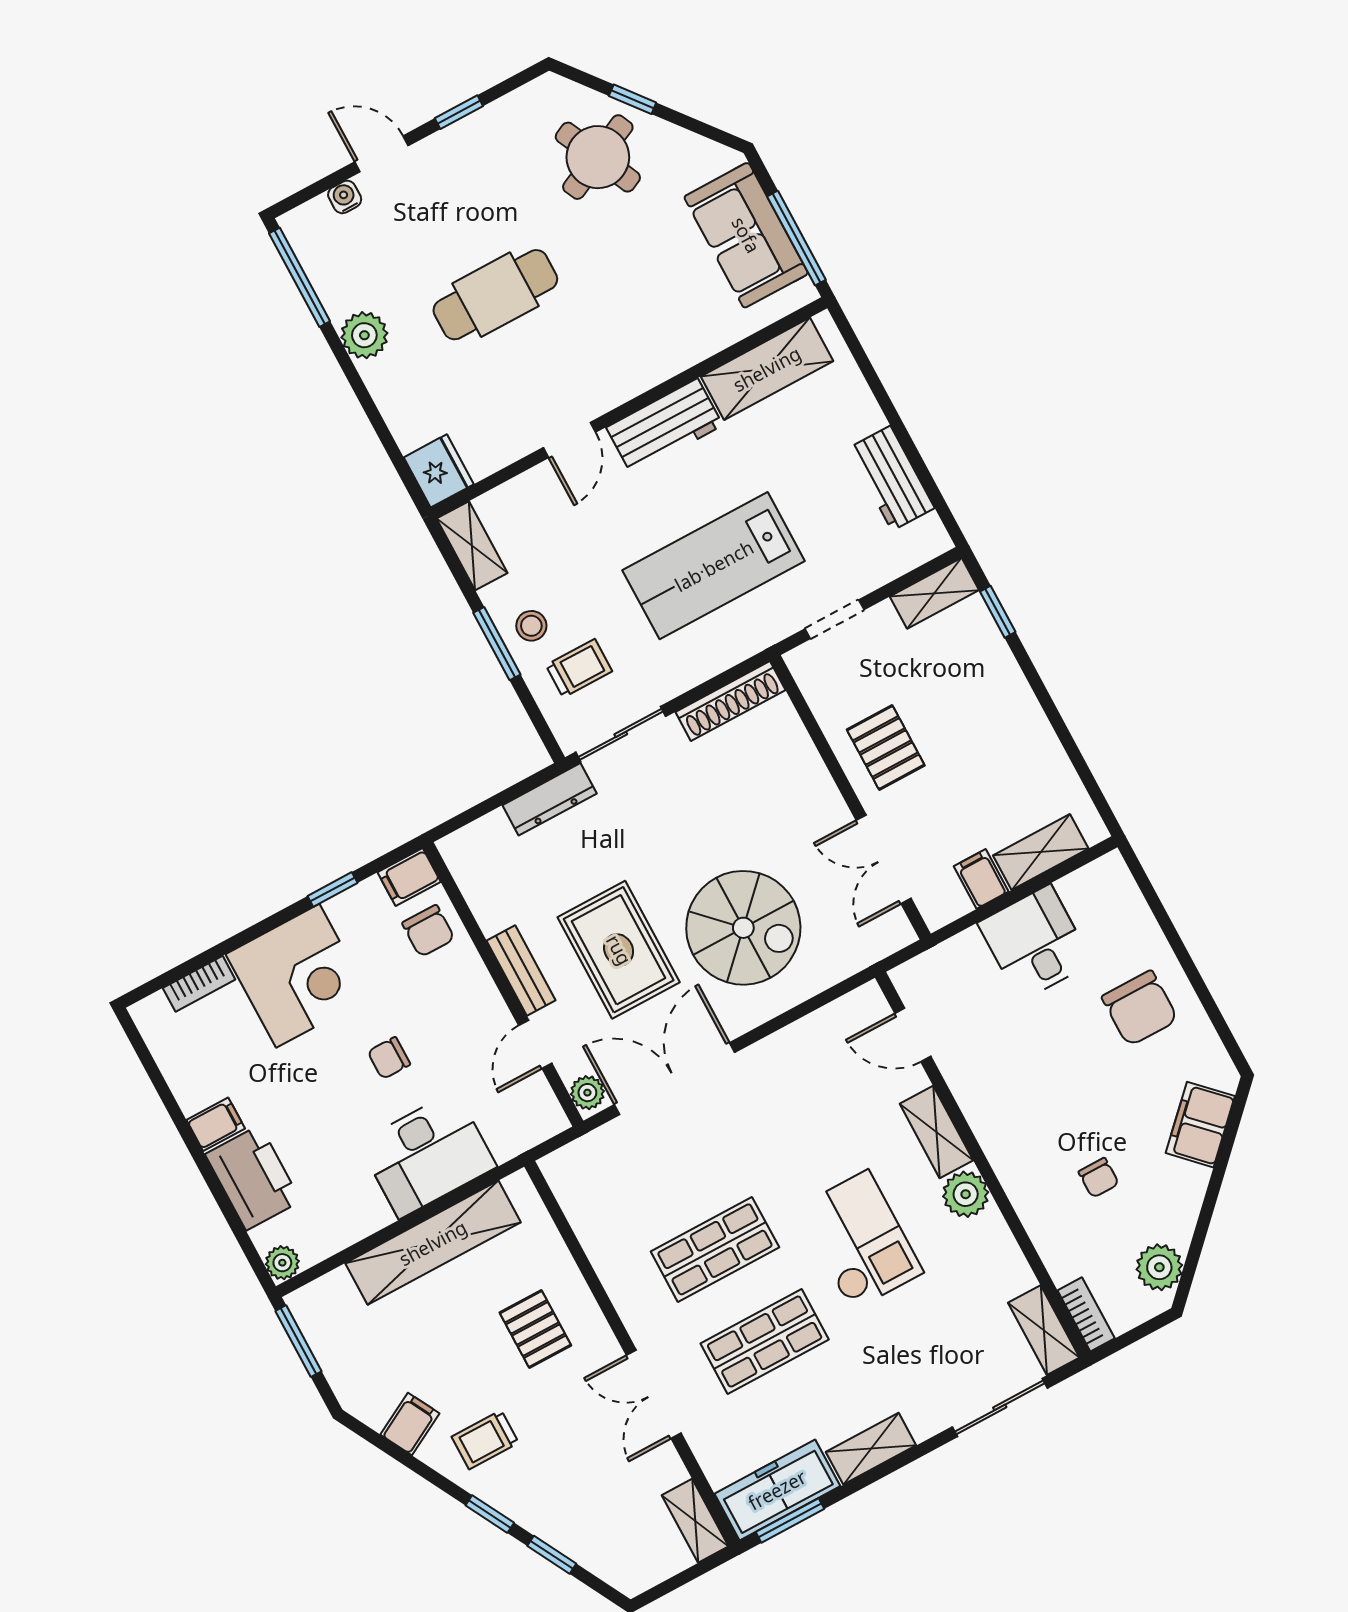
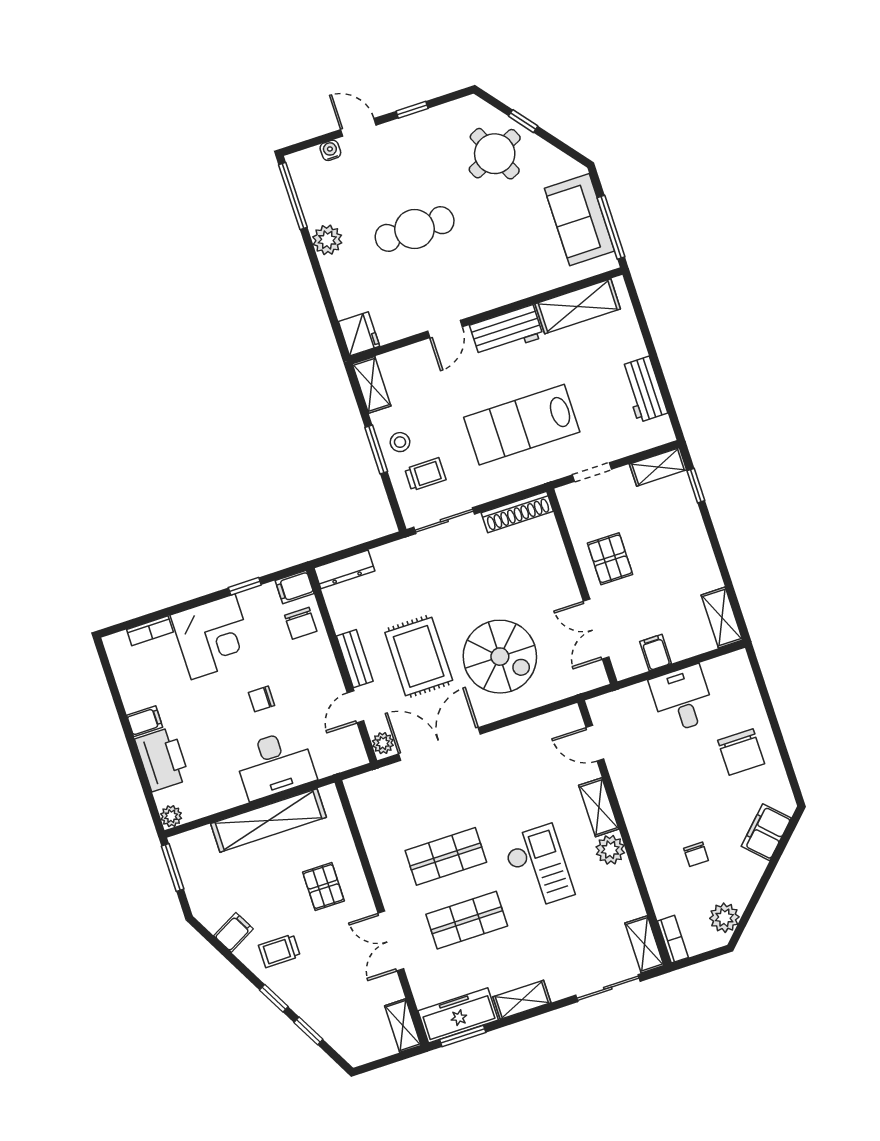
dresser: (550, 799) -> (344, 569), moved
shelving: (1041, 852) -> (722, 618), moved, turned 90

